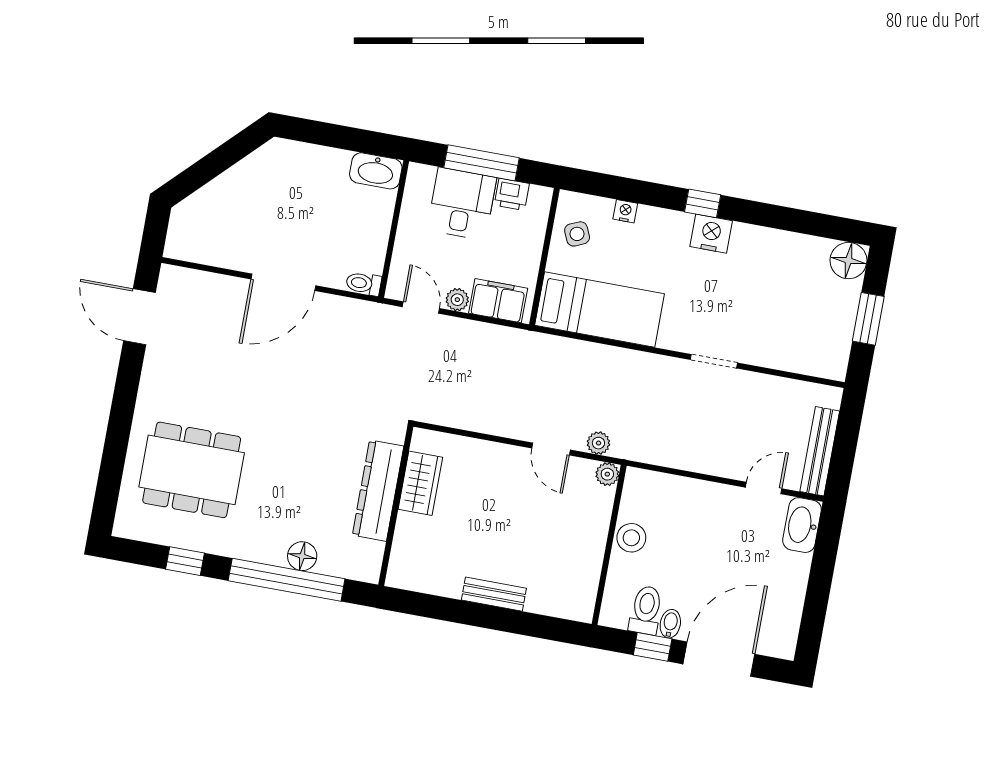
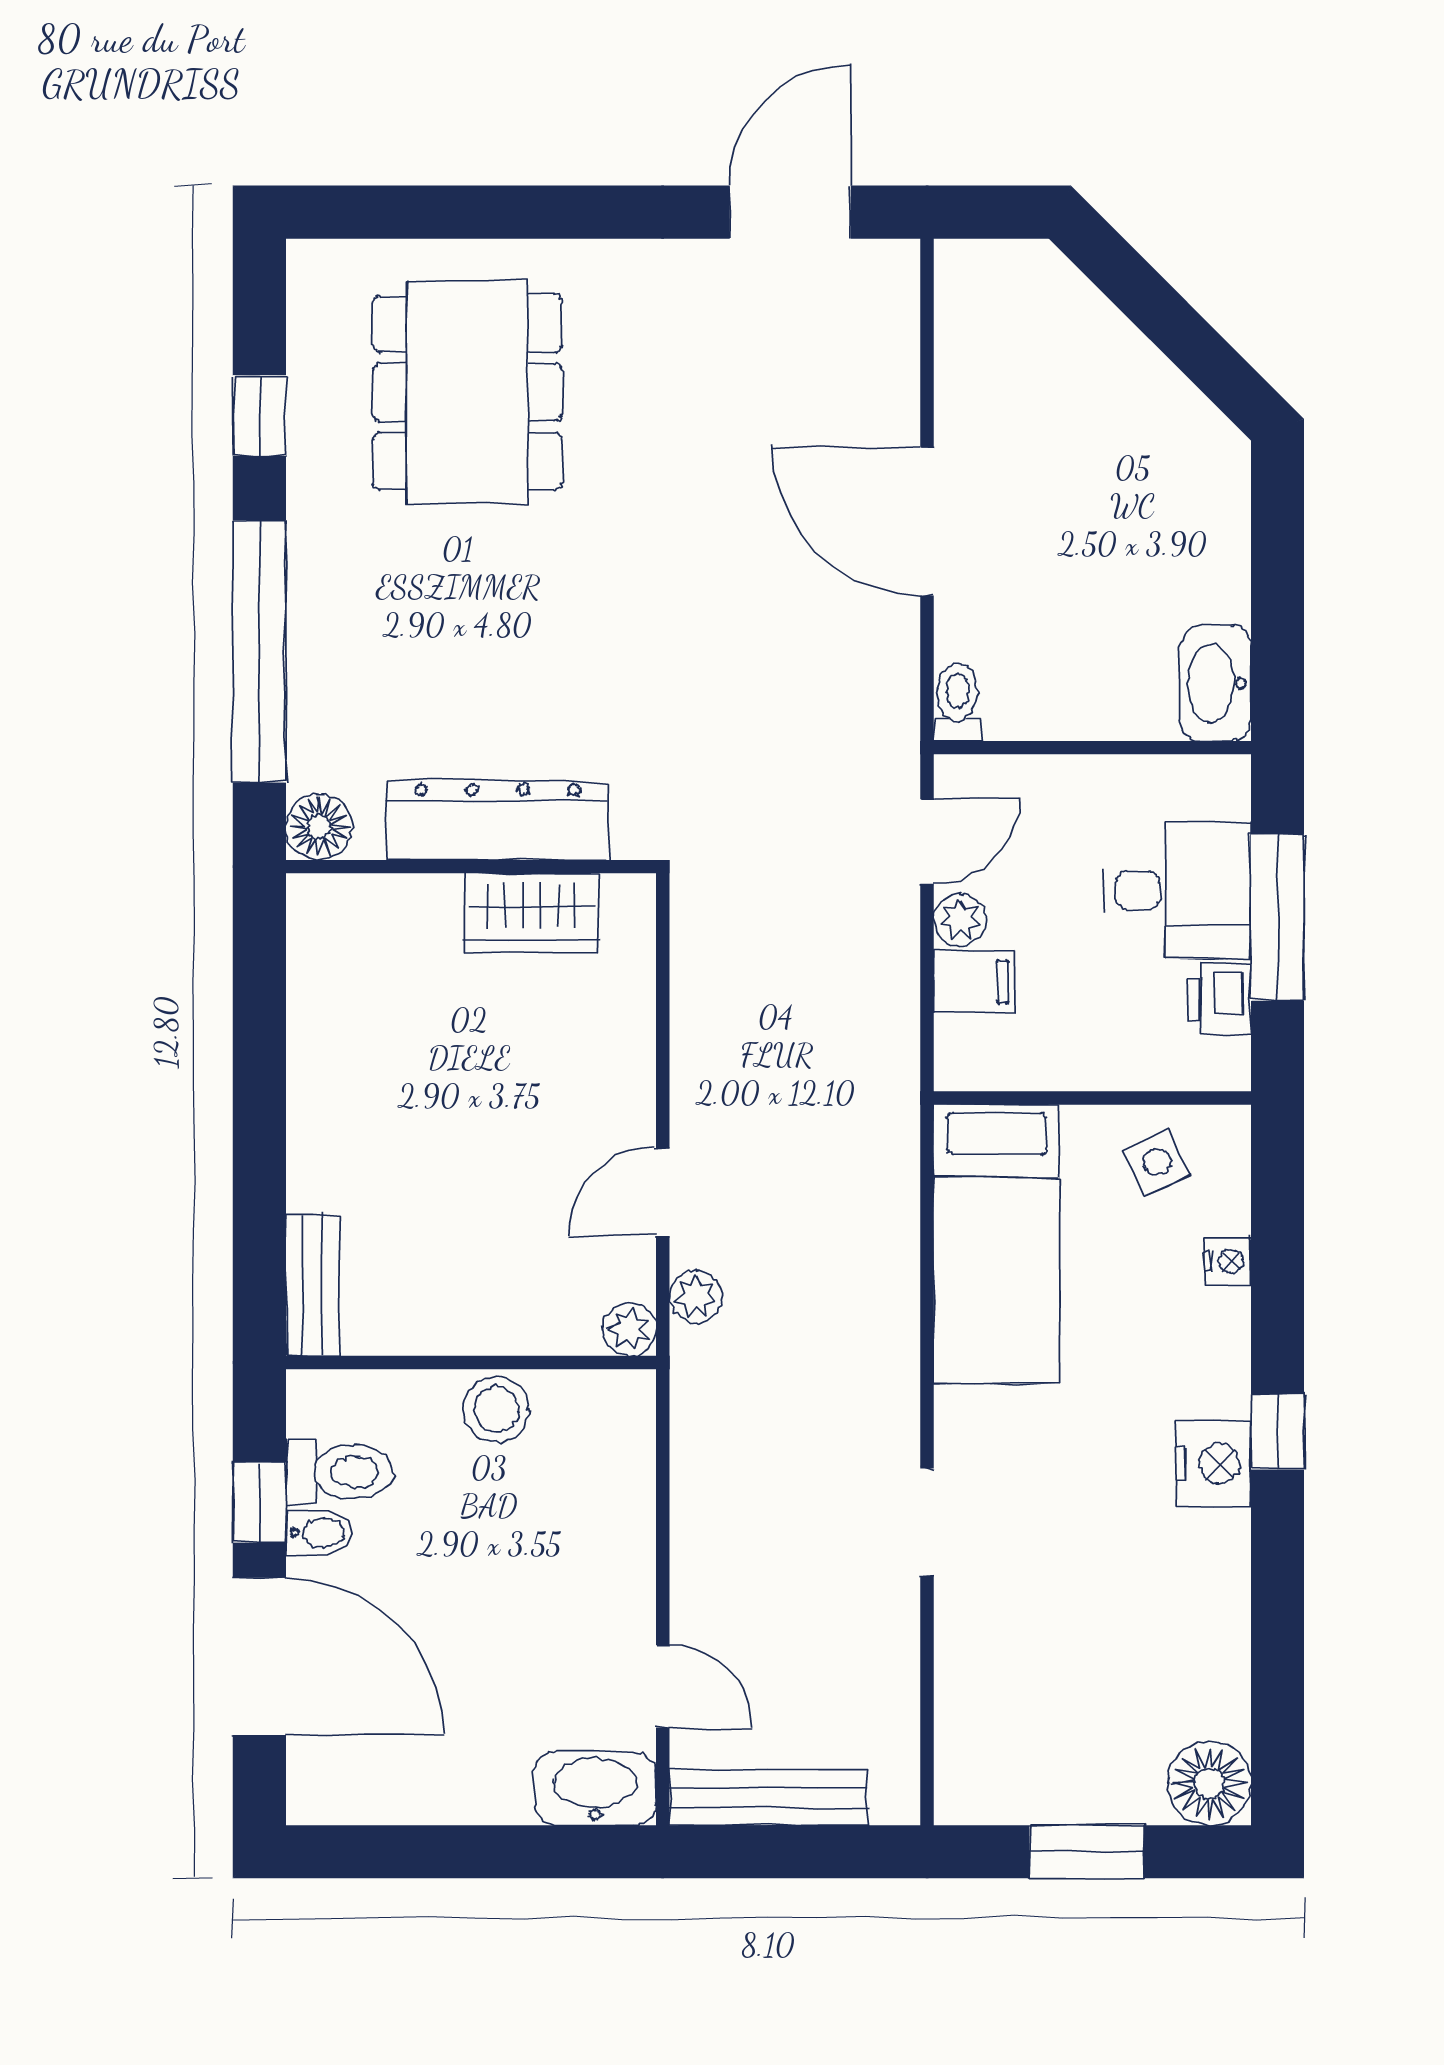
filing cabinet: (498, 301) -> (974, 982), width x0.50
floor lamp: (302, 556) -> (319, 827), moved
bench: (494, 594) -> (313, 1285), moved

